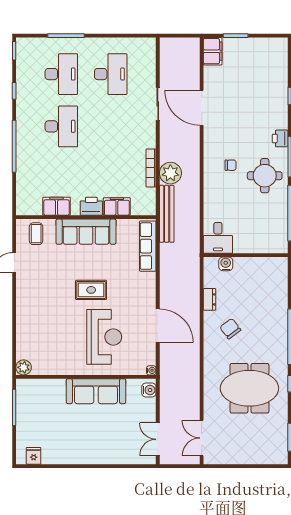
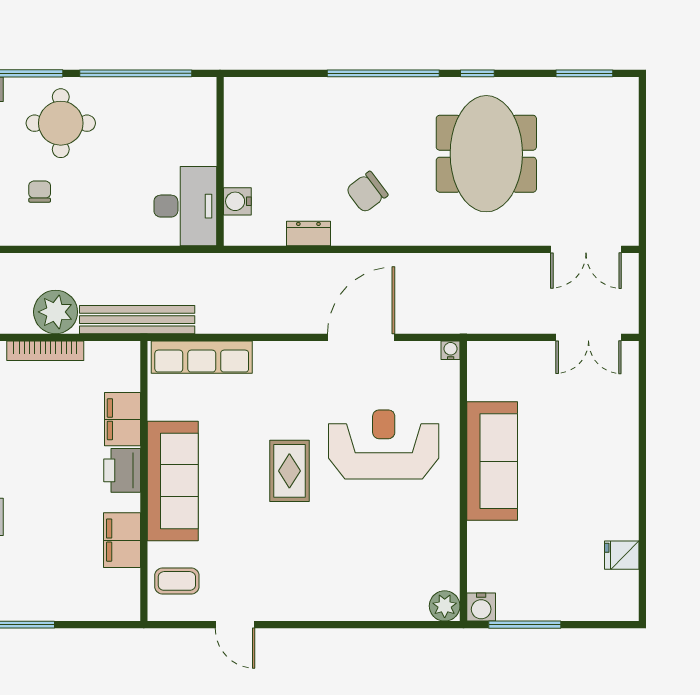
desk: (218, 238) -> (185, 206), width x1.37
water cooler: (149, 390) -> (481, 607), moved, turned 180
fridge: (34, 456) -> (622, 555), moved

